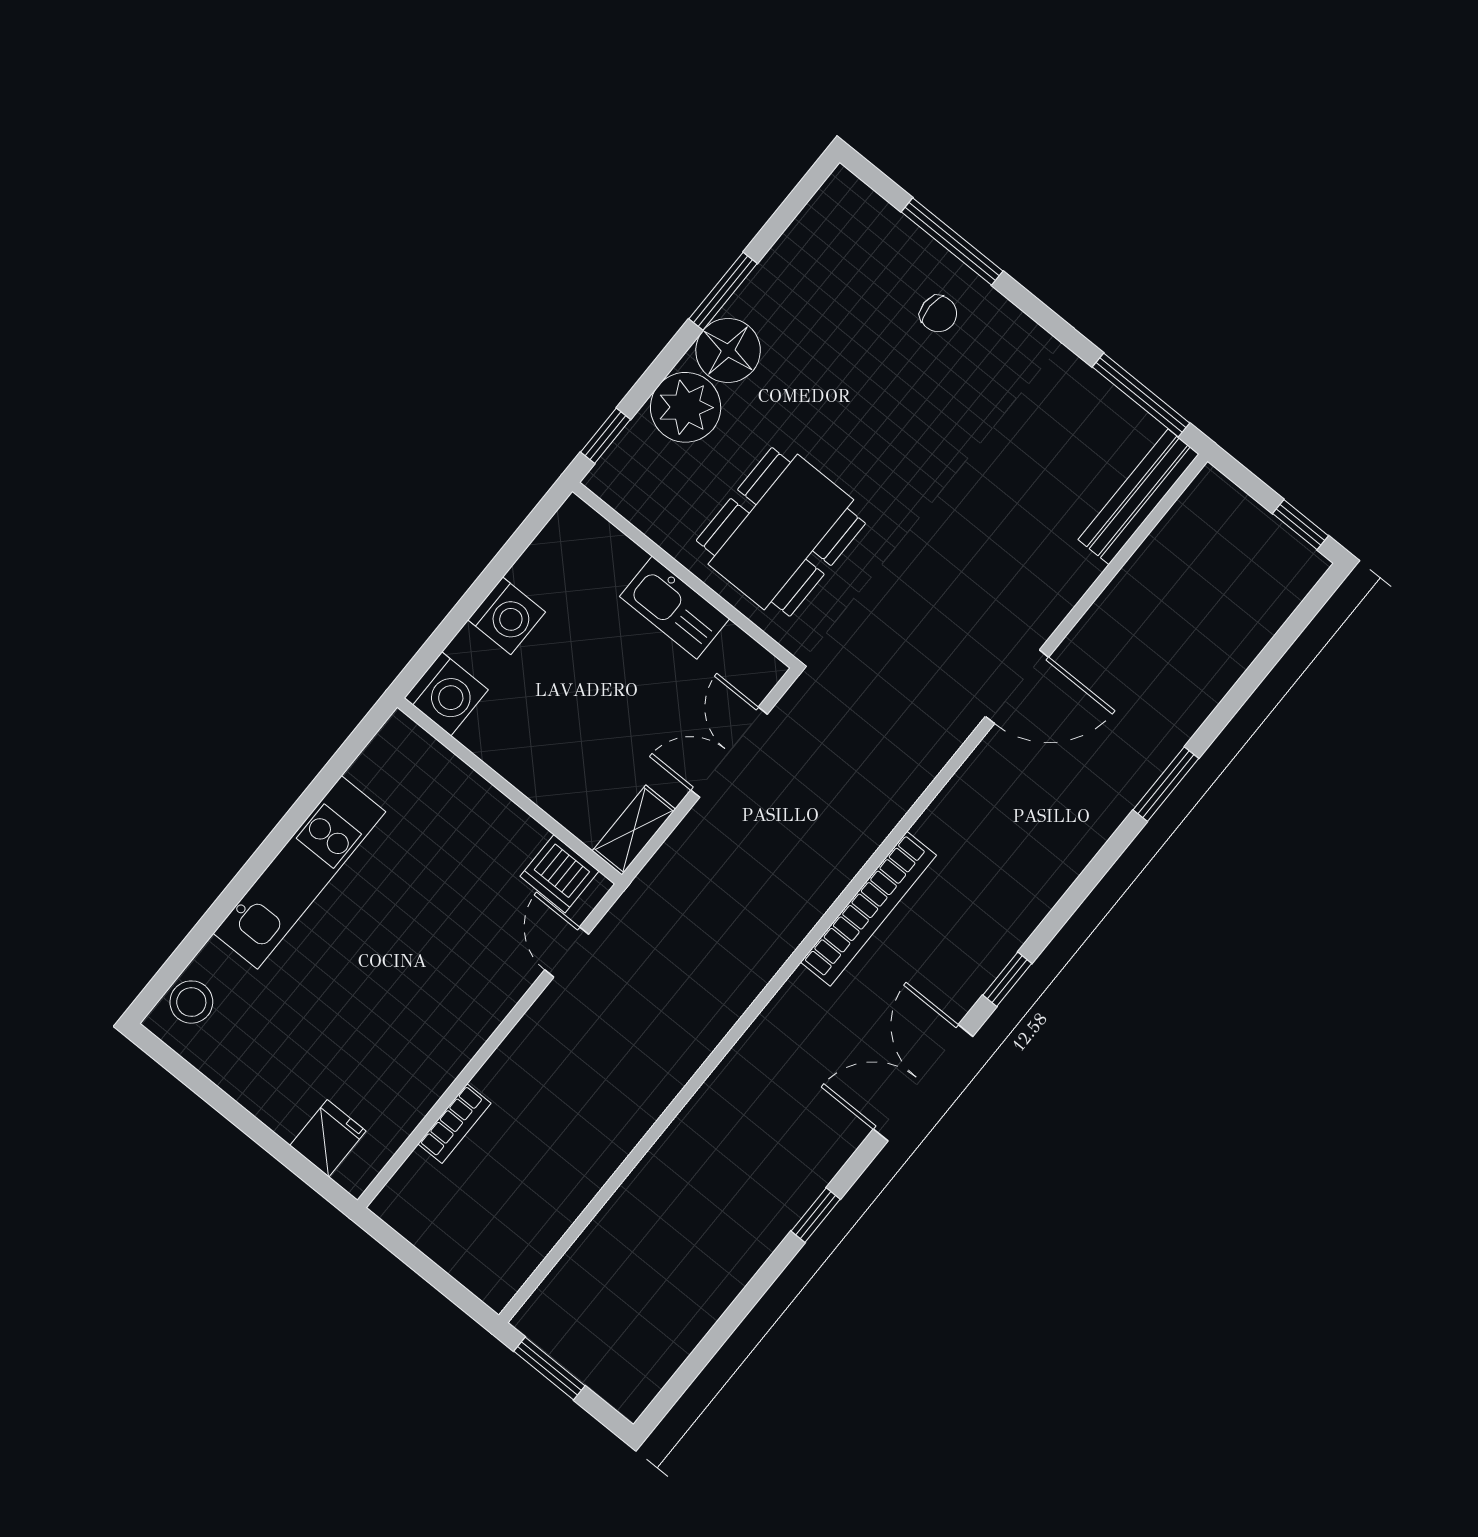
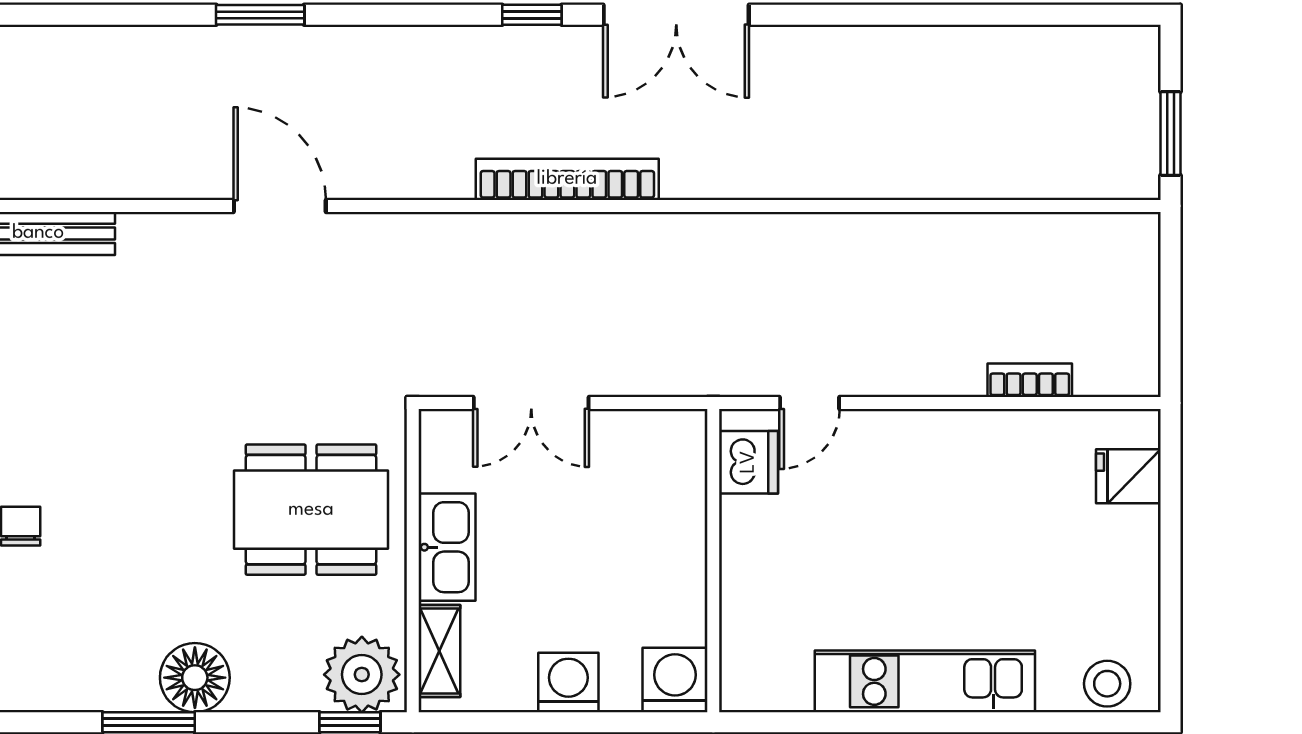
plant: (686, 407) -> (362, 675), moved
shelving: (634, 830) -> (439, 651), moved, turned 90
window: (816, 1215) -> (860, 15), removed

